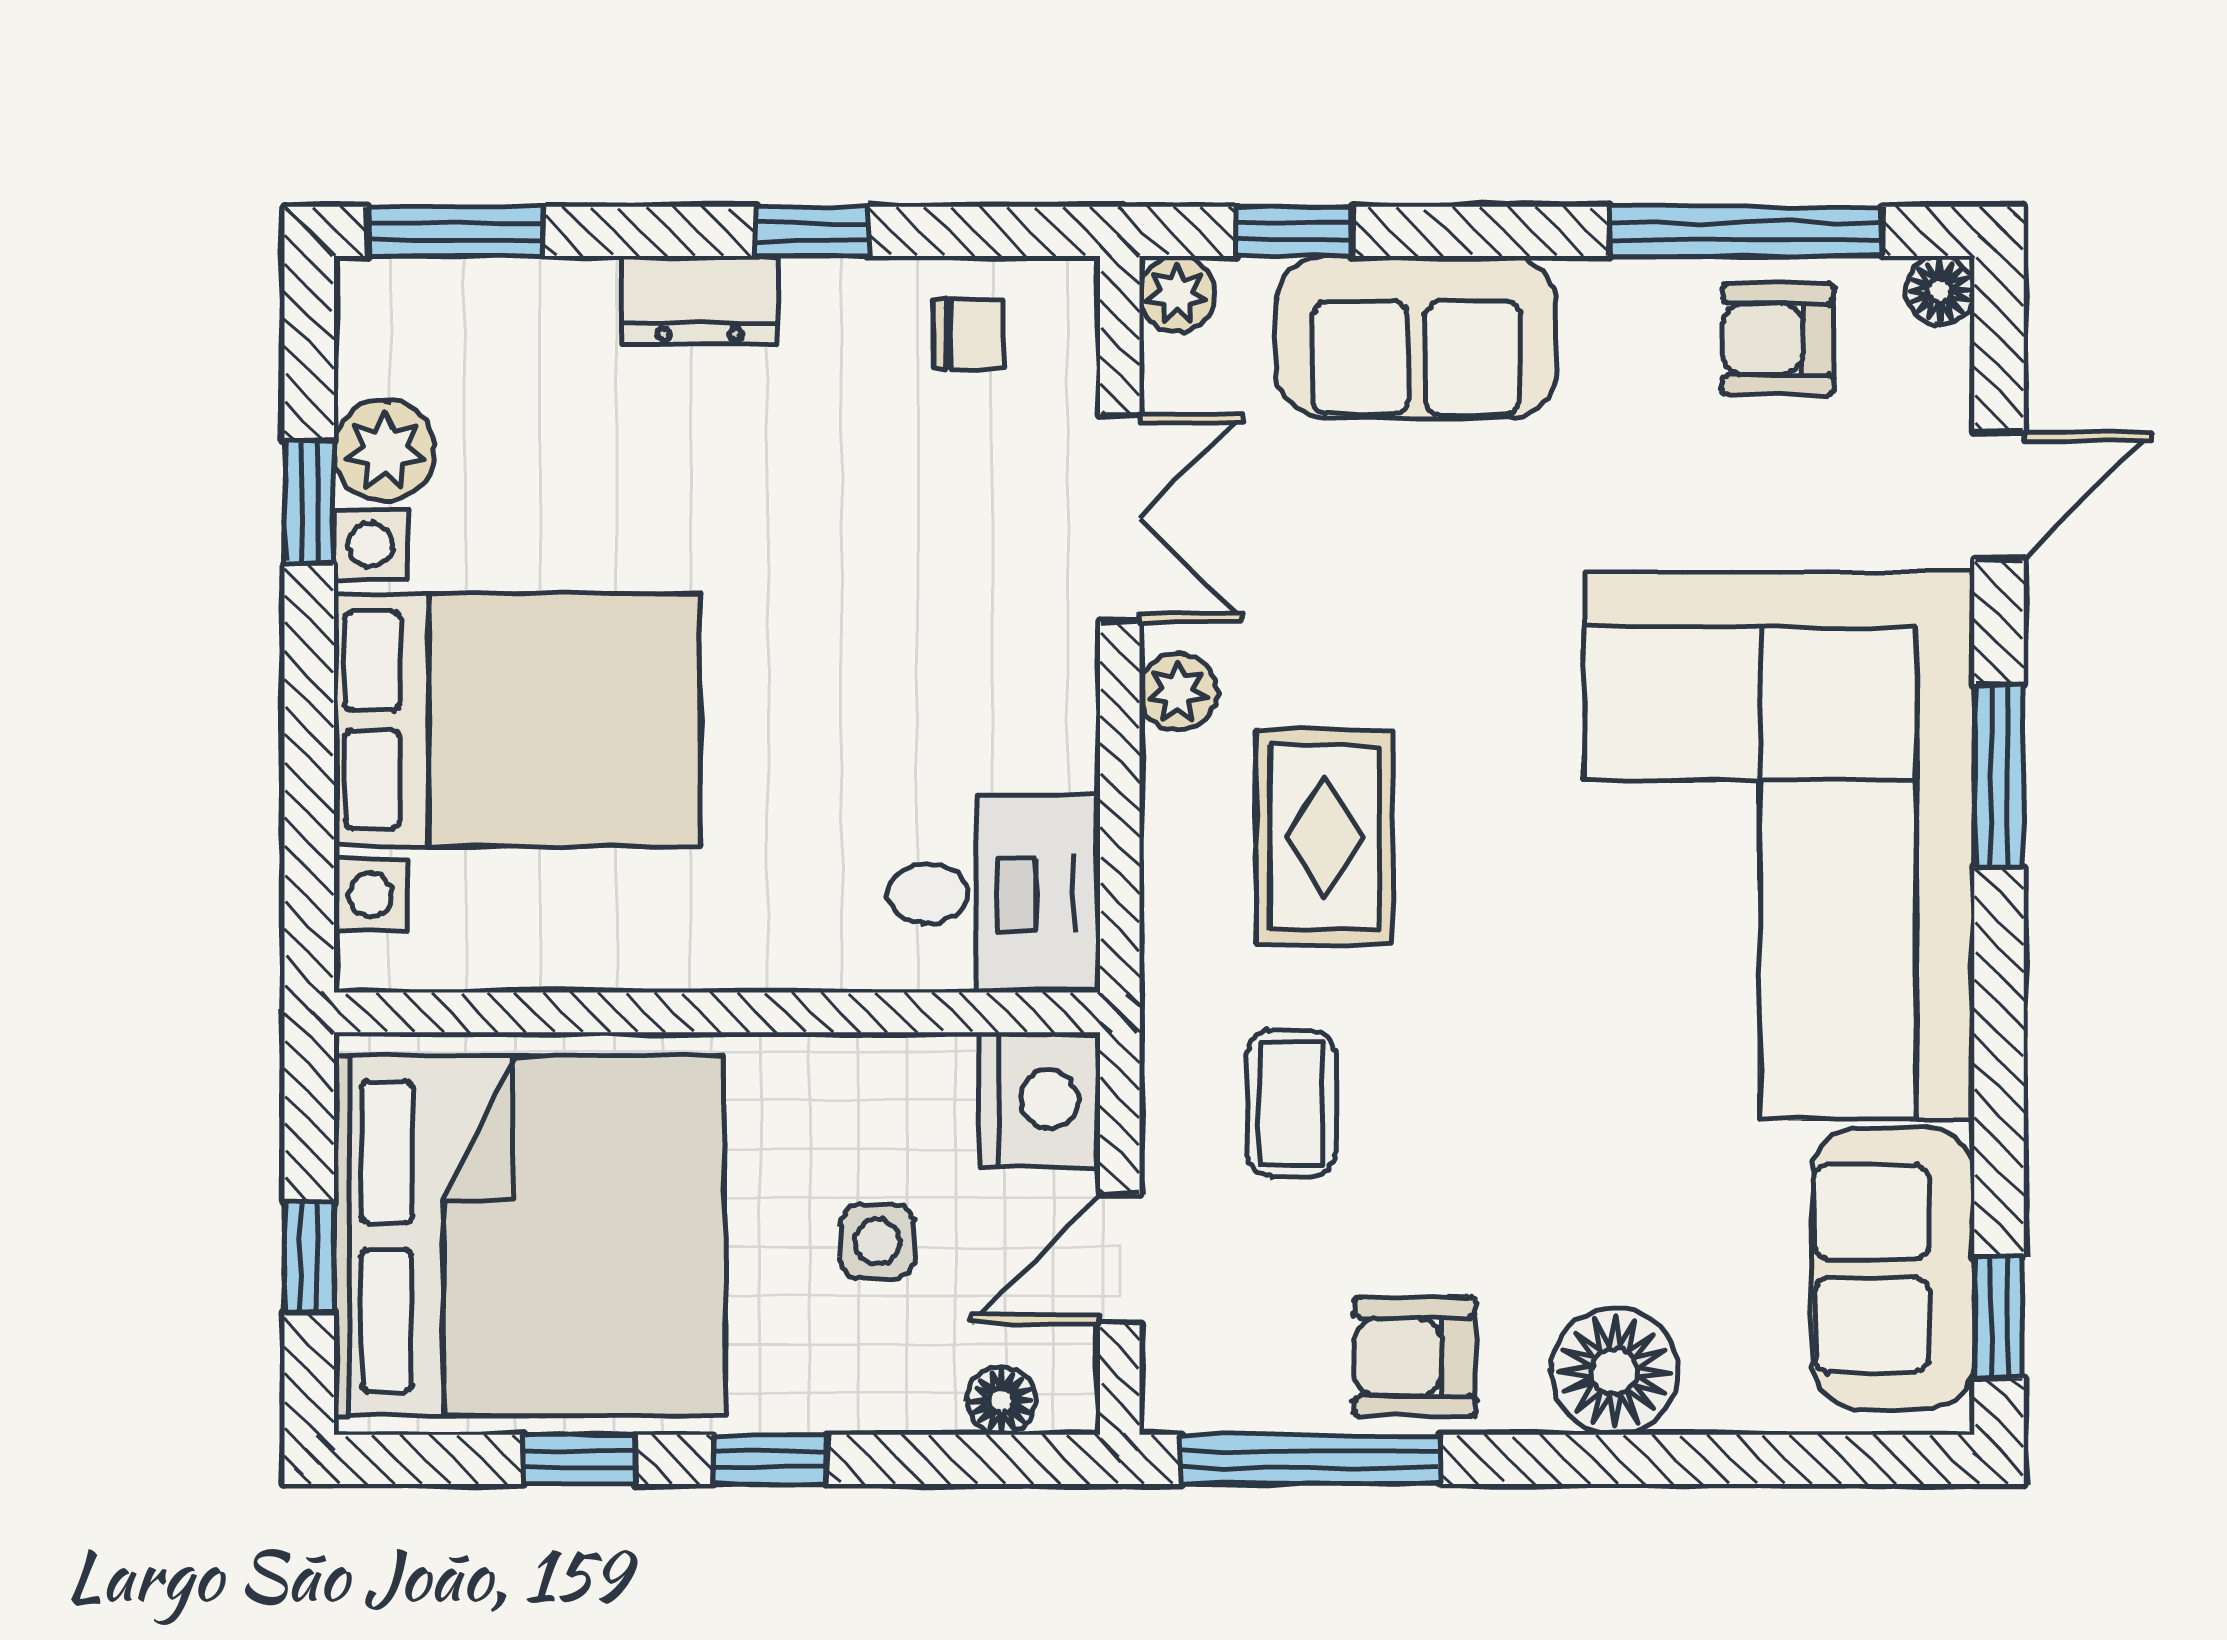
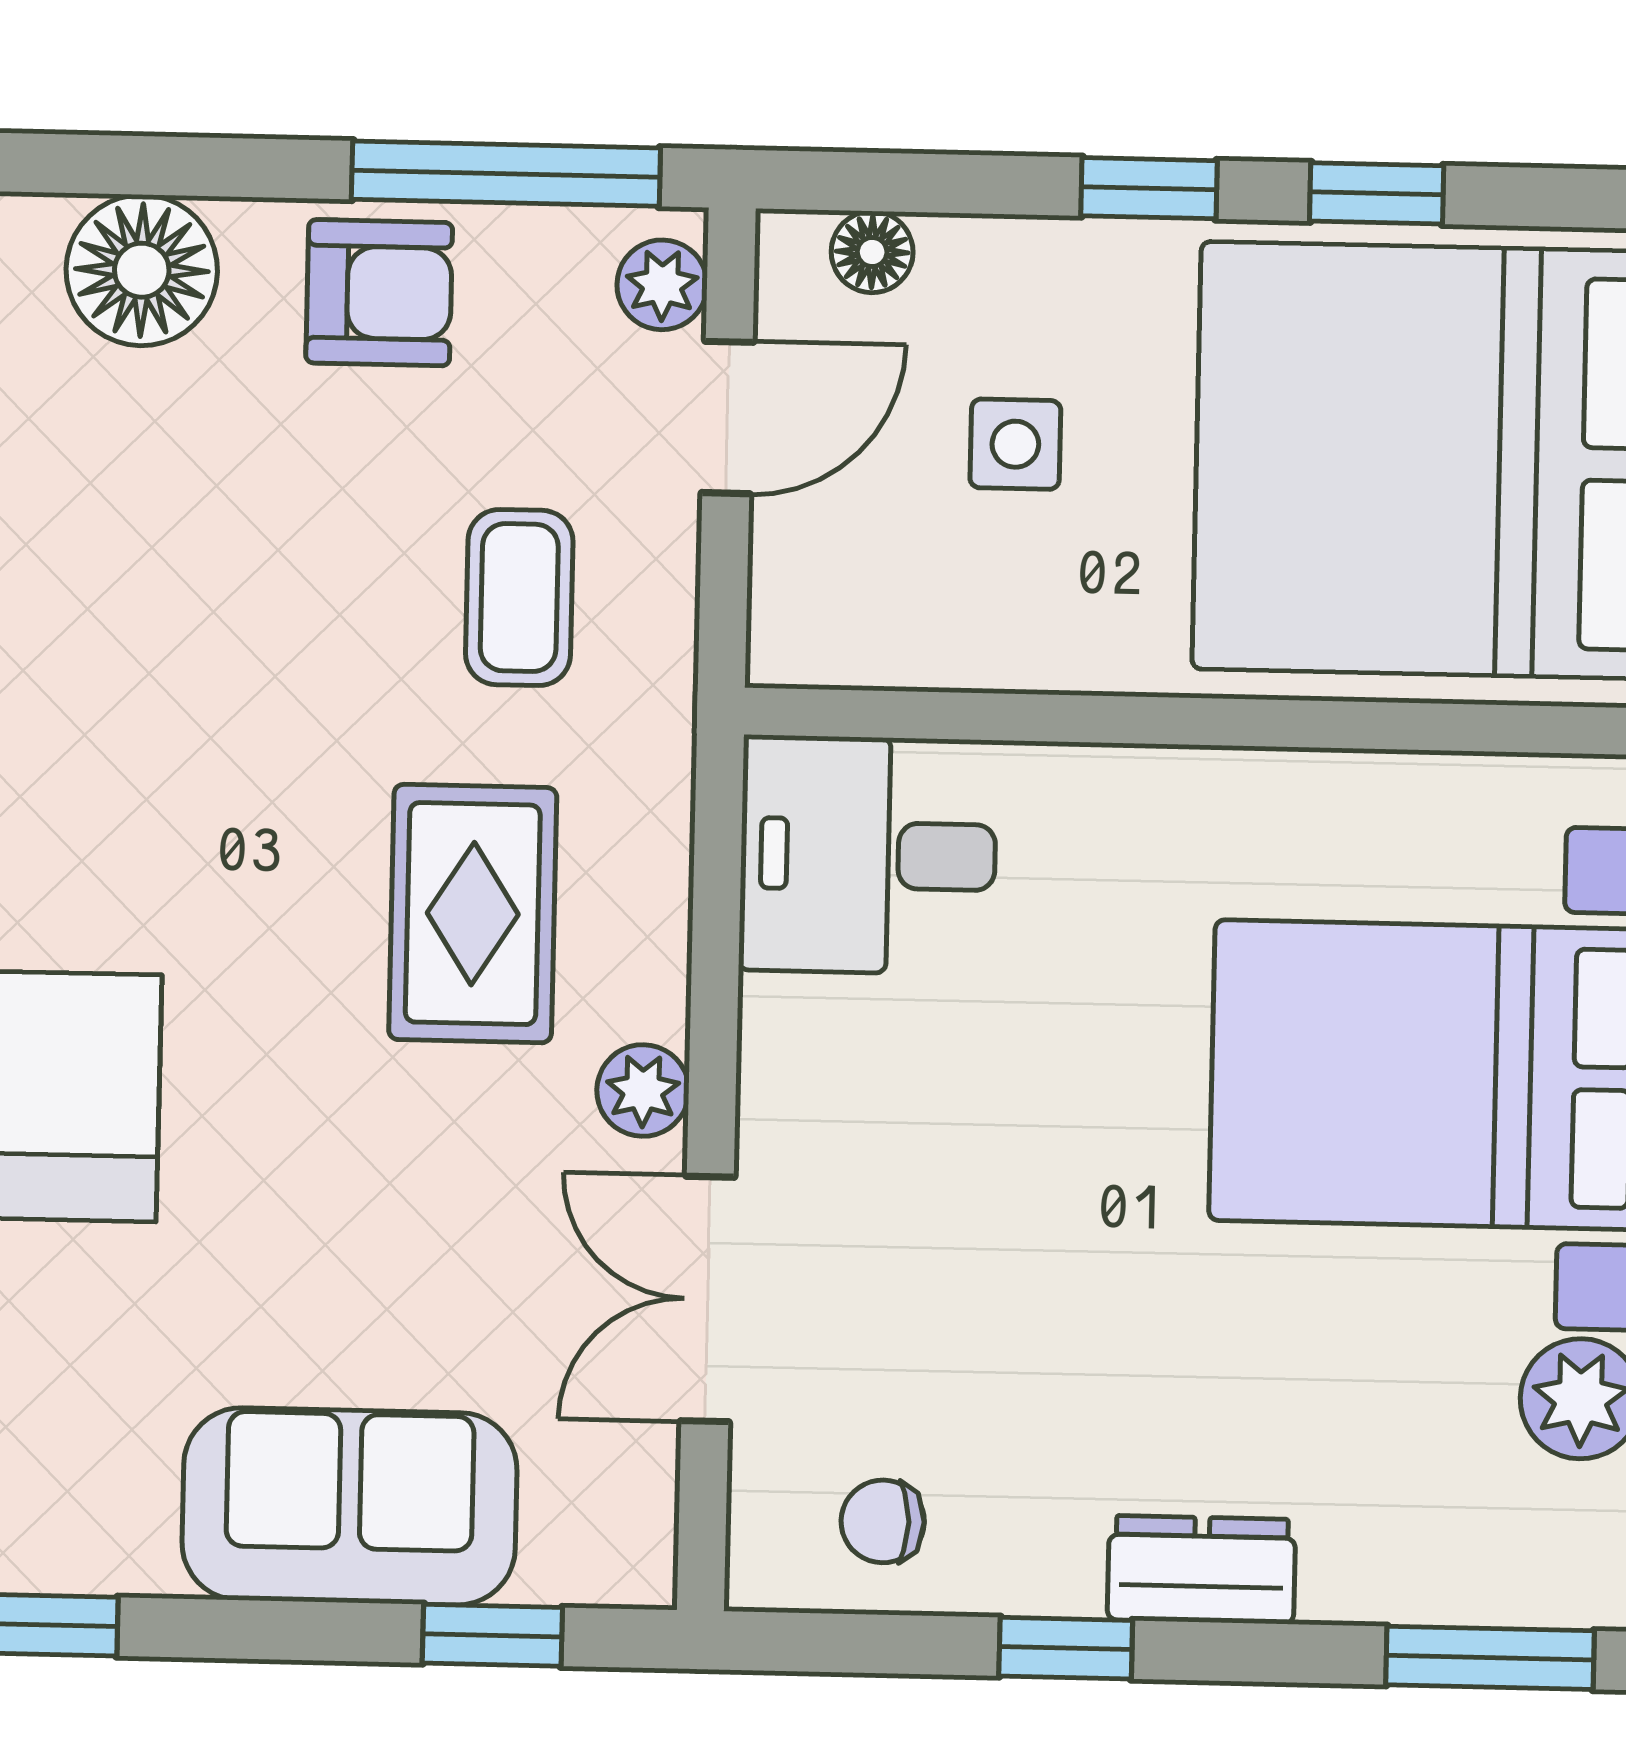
plant: (1177, 294) -> (662, 285), moved
nightstand: (1040, 1099) -> (819, 609), removed

